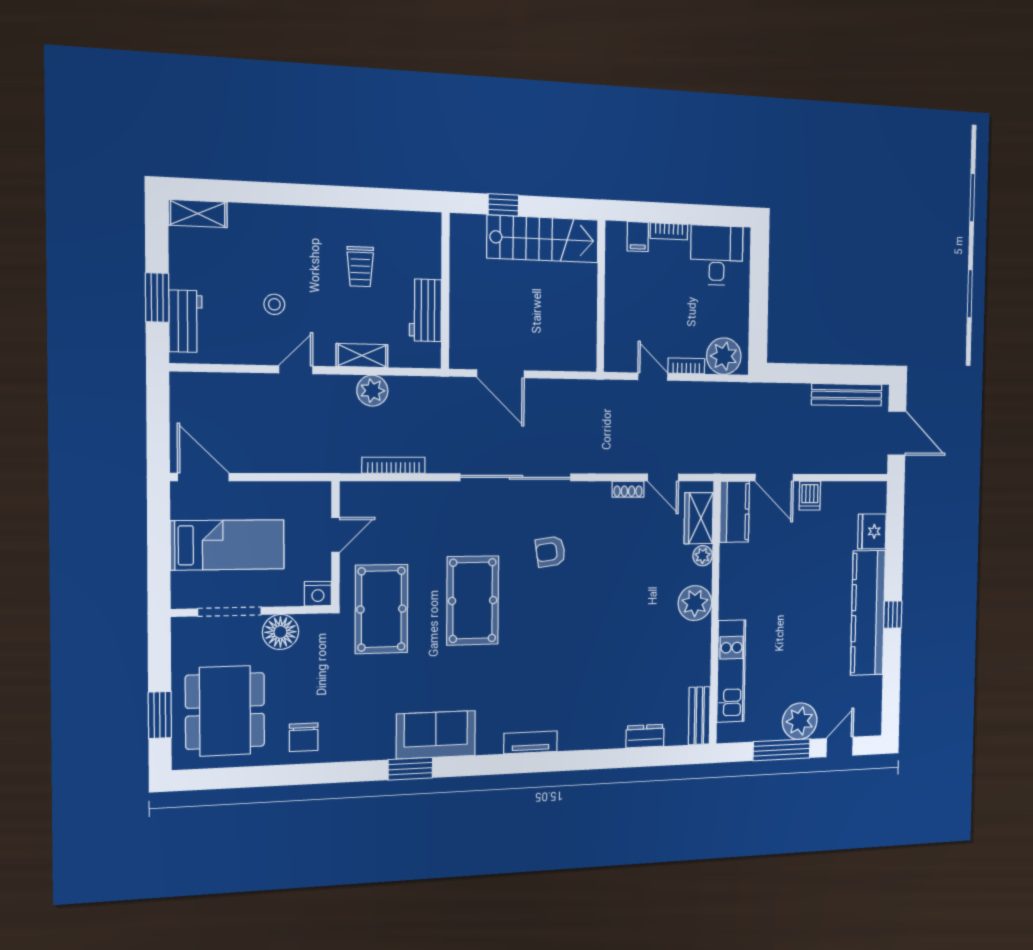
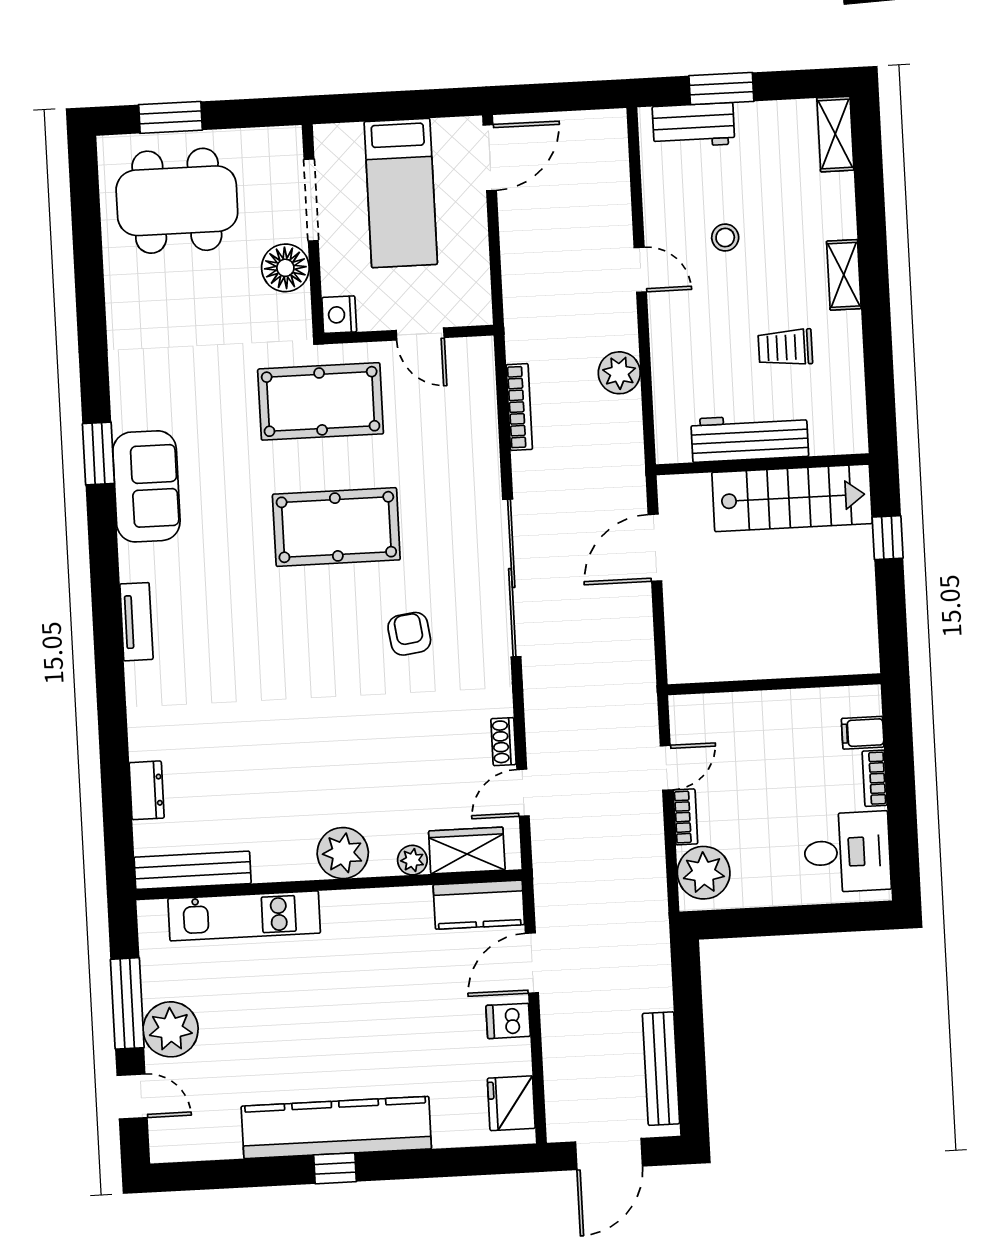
stairs: (543, 239) -> (792, 498), moved, turned -90
workbench: (425, 310) -> (750, 438), width x1.38
shelving: (362, 356) -> (844, 275), moved
fridge: (872, 531) -> (511, 1103), moved, turned -90
bench: (699, 716) -> (193, 870), width x1.36
chair: (304, 737) -> (142, 306), removed

